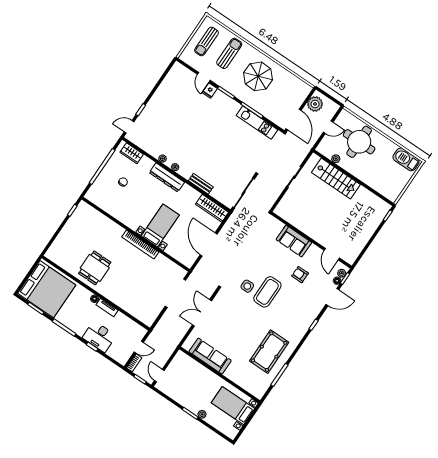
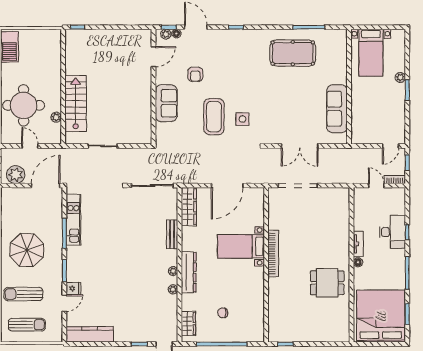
kitchen counter: (170, 80) -> (90, 334), added
coffee table: (267, 292) -> (214, 117), moved, turned 90

